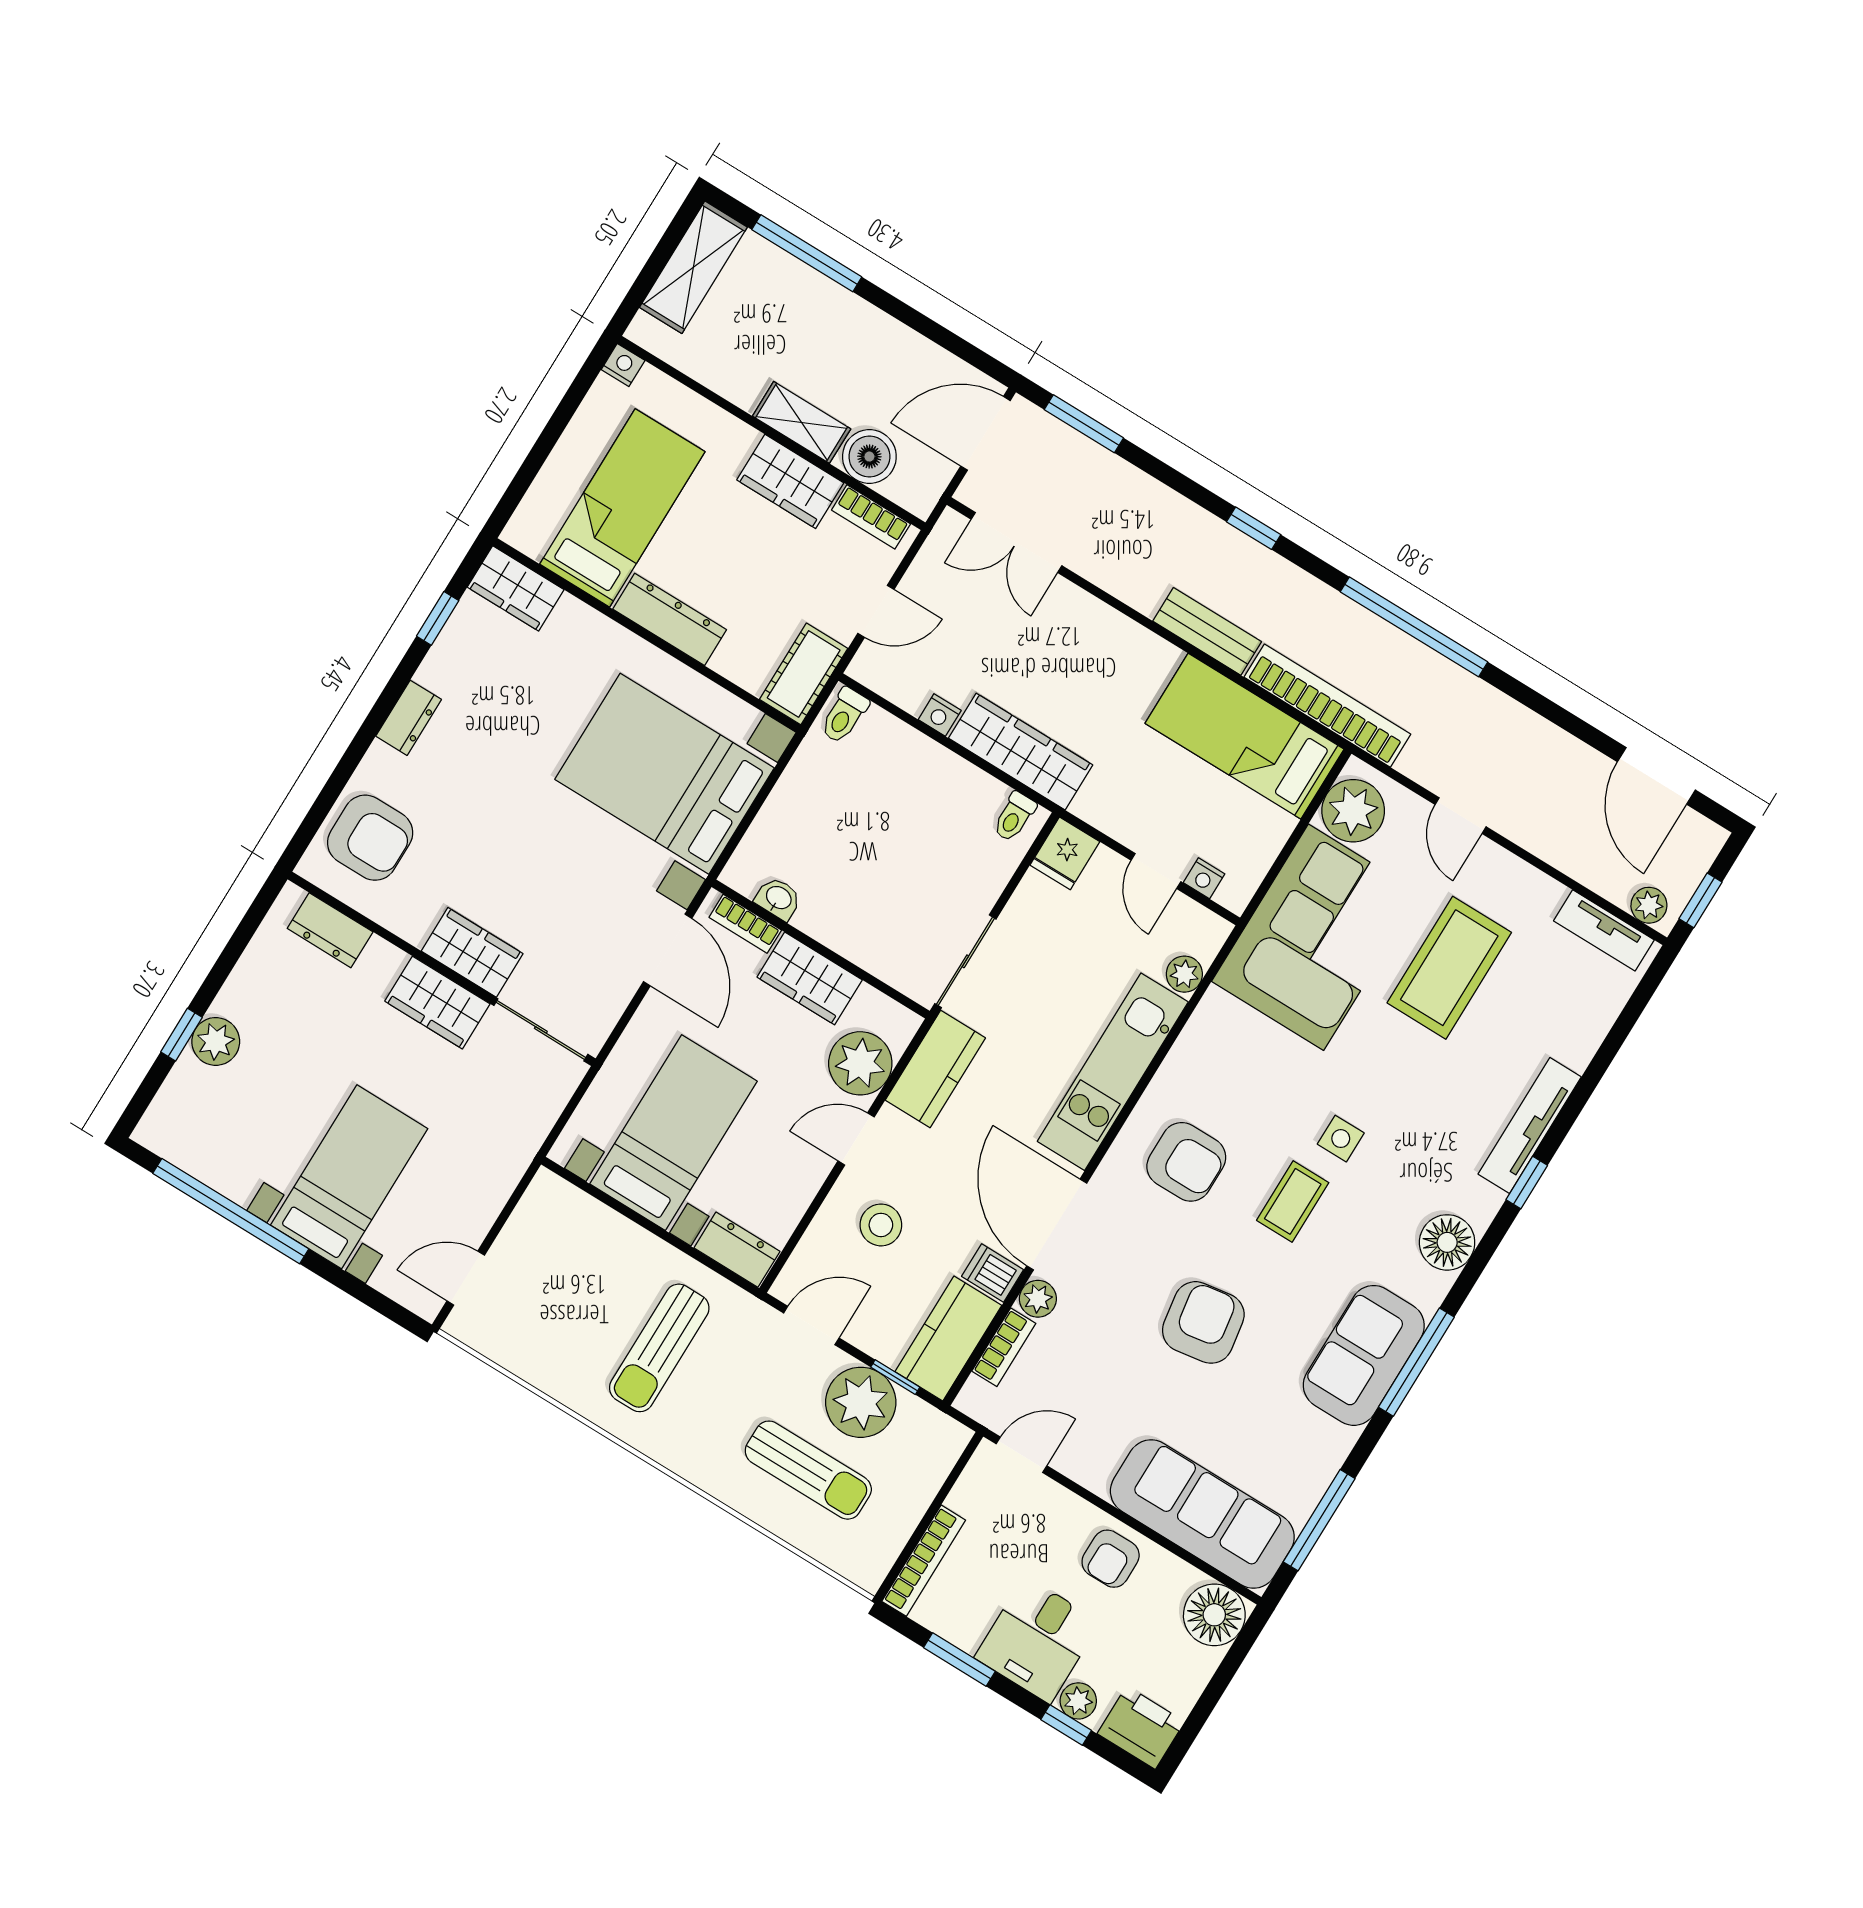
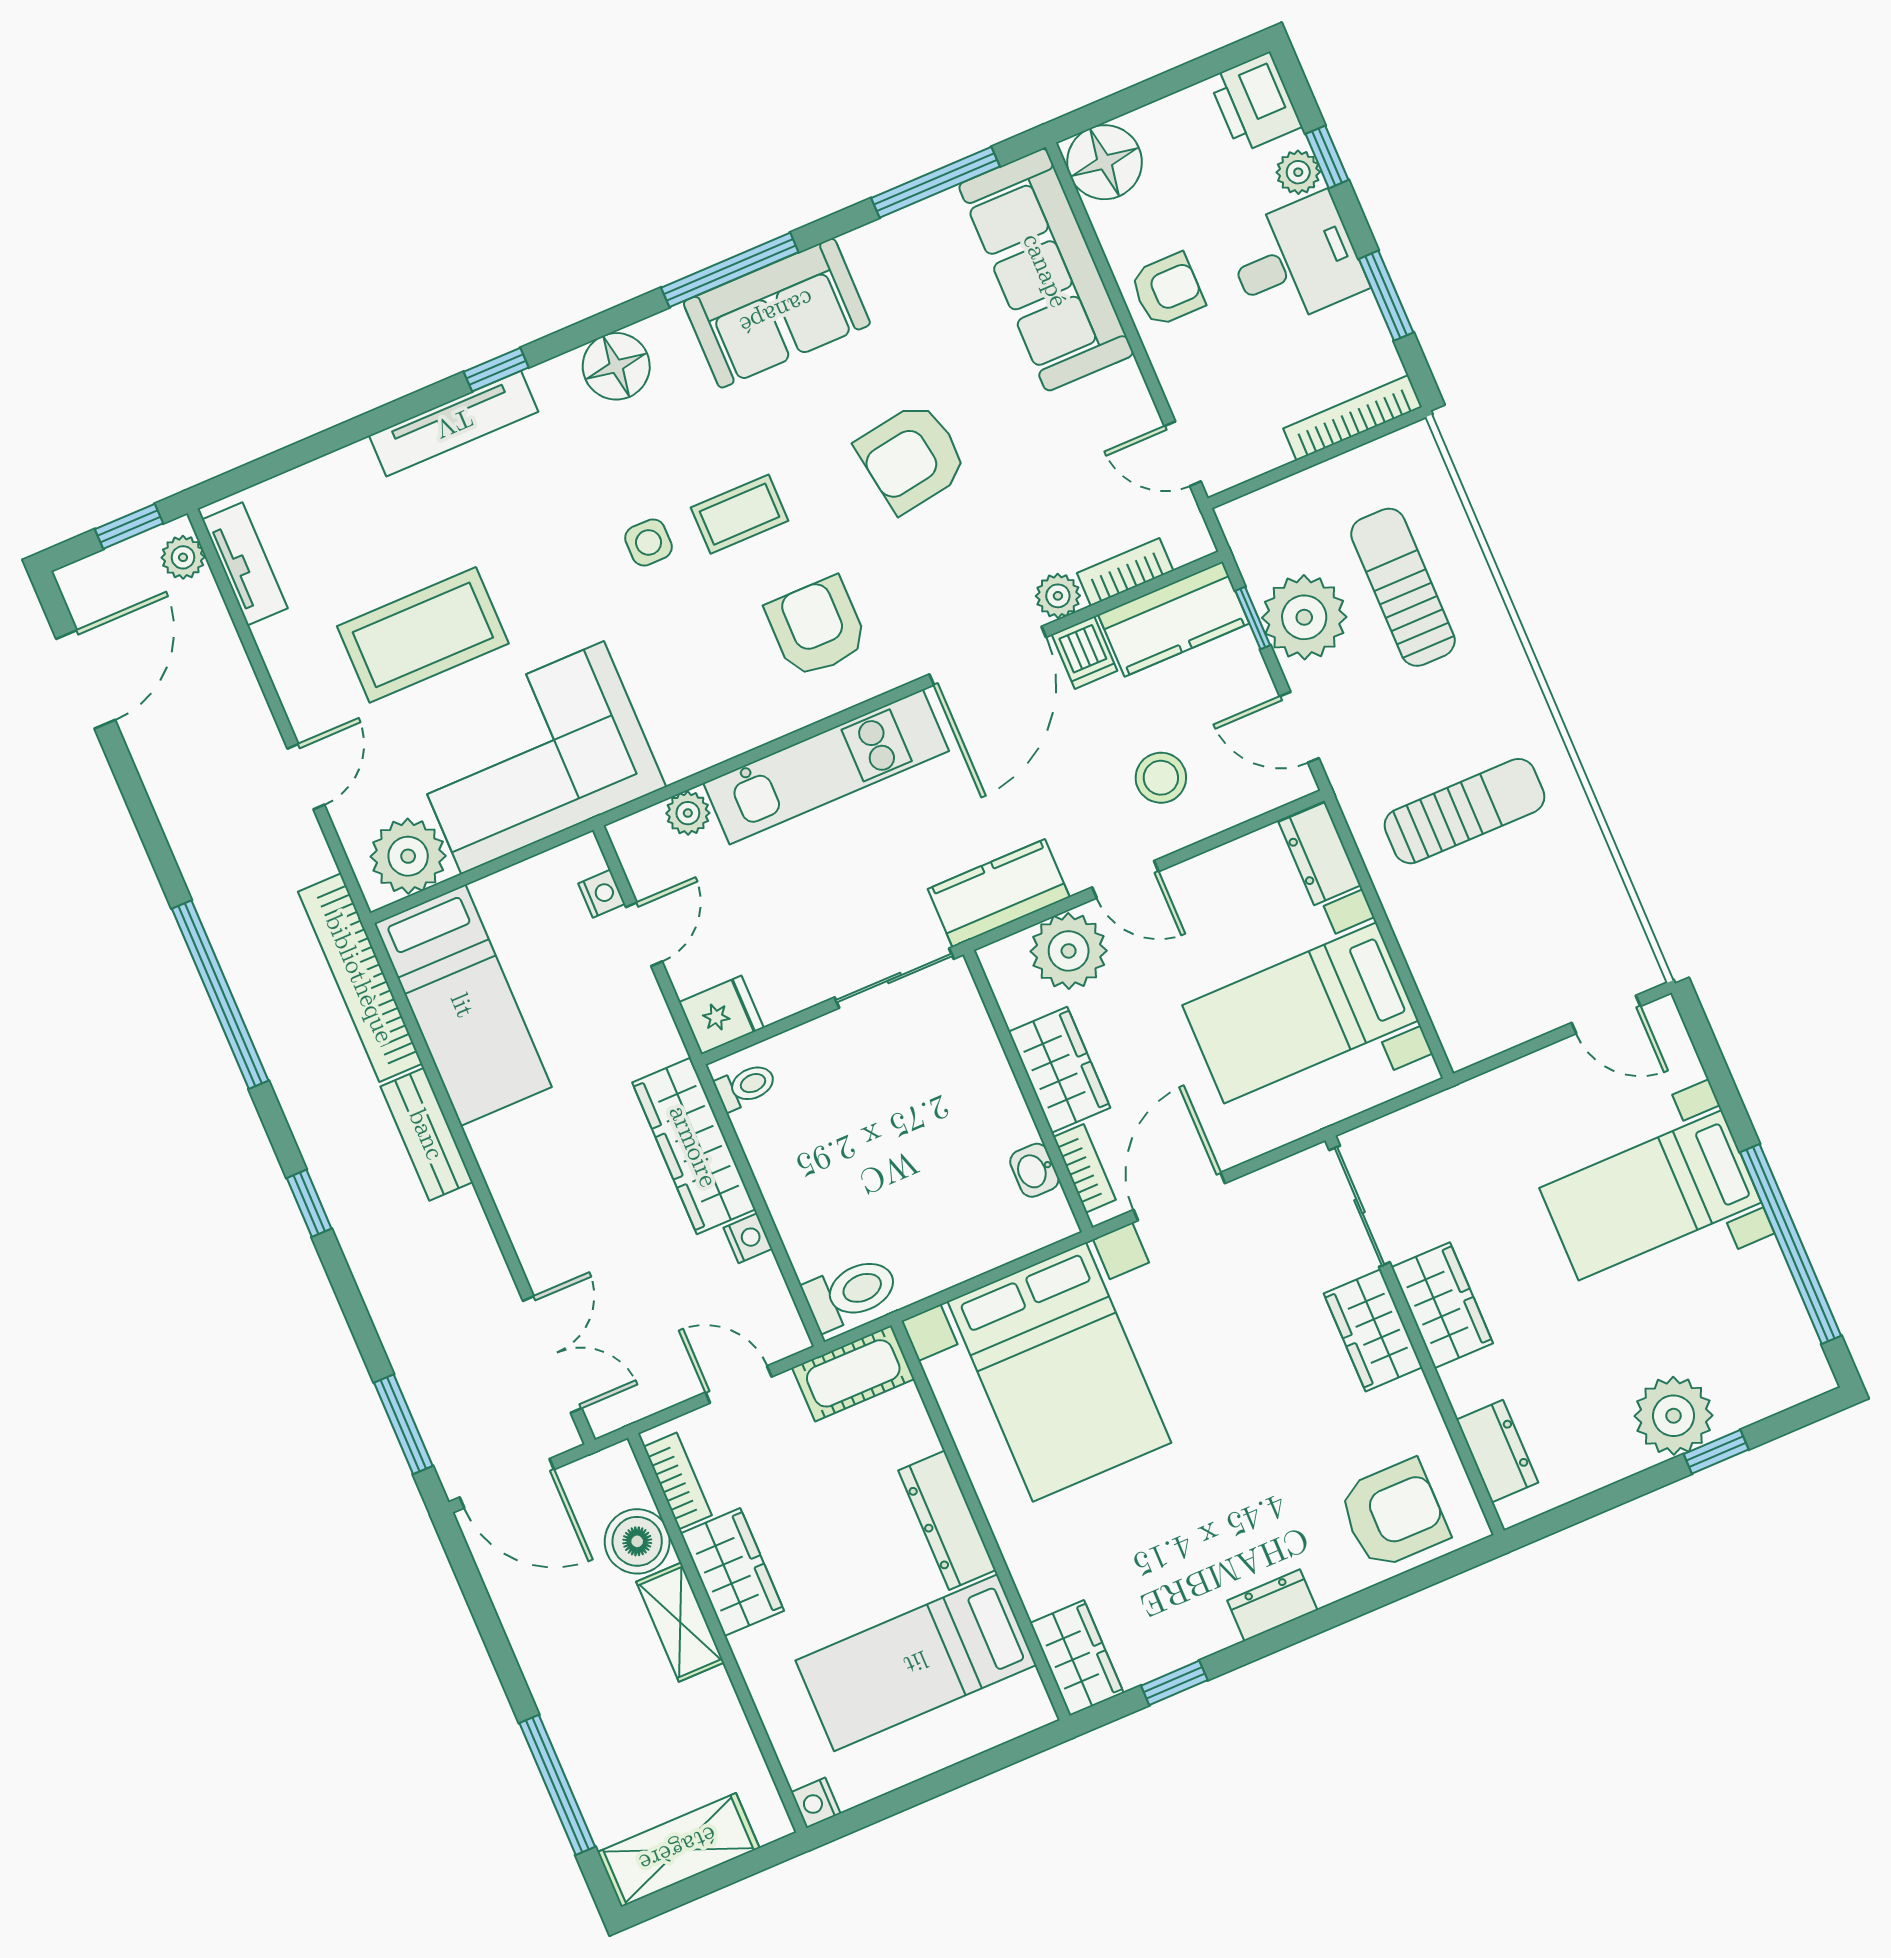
toilet: (844, 716) -> (851, 1293), width x1.37, depth x1.39
armchair: (370, 838) -> (1394, 1514), turned 90
plant: (216, 1041) -> (1674, 1416), width x1.36, depth x1.36

